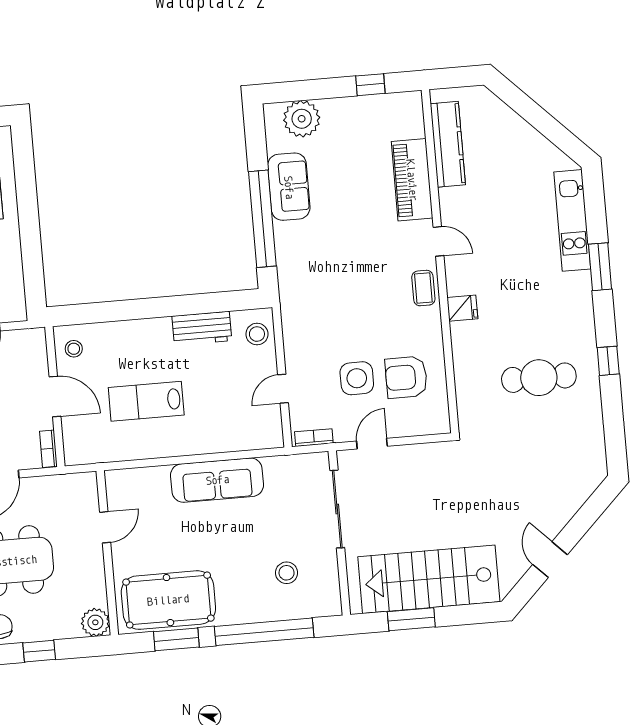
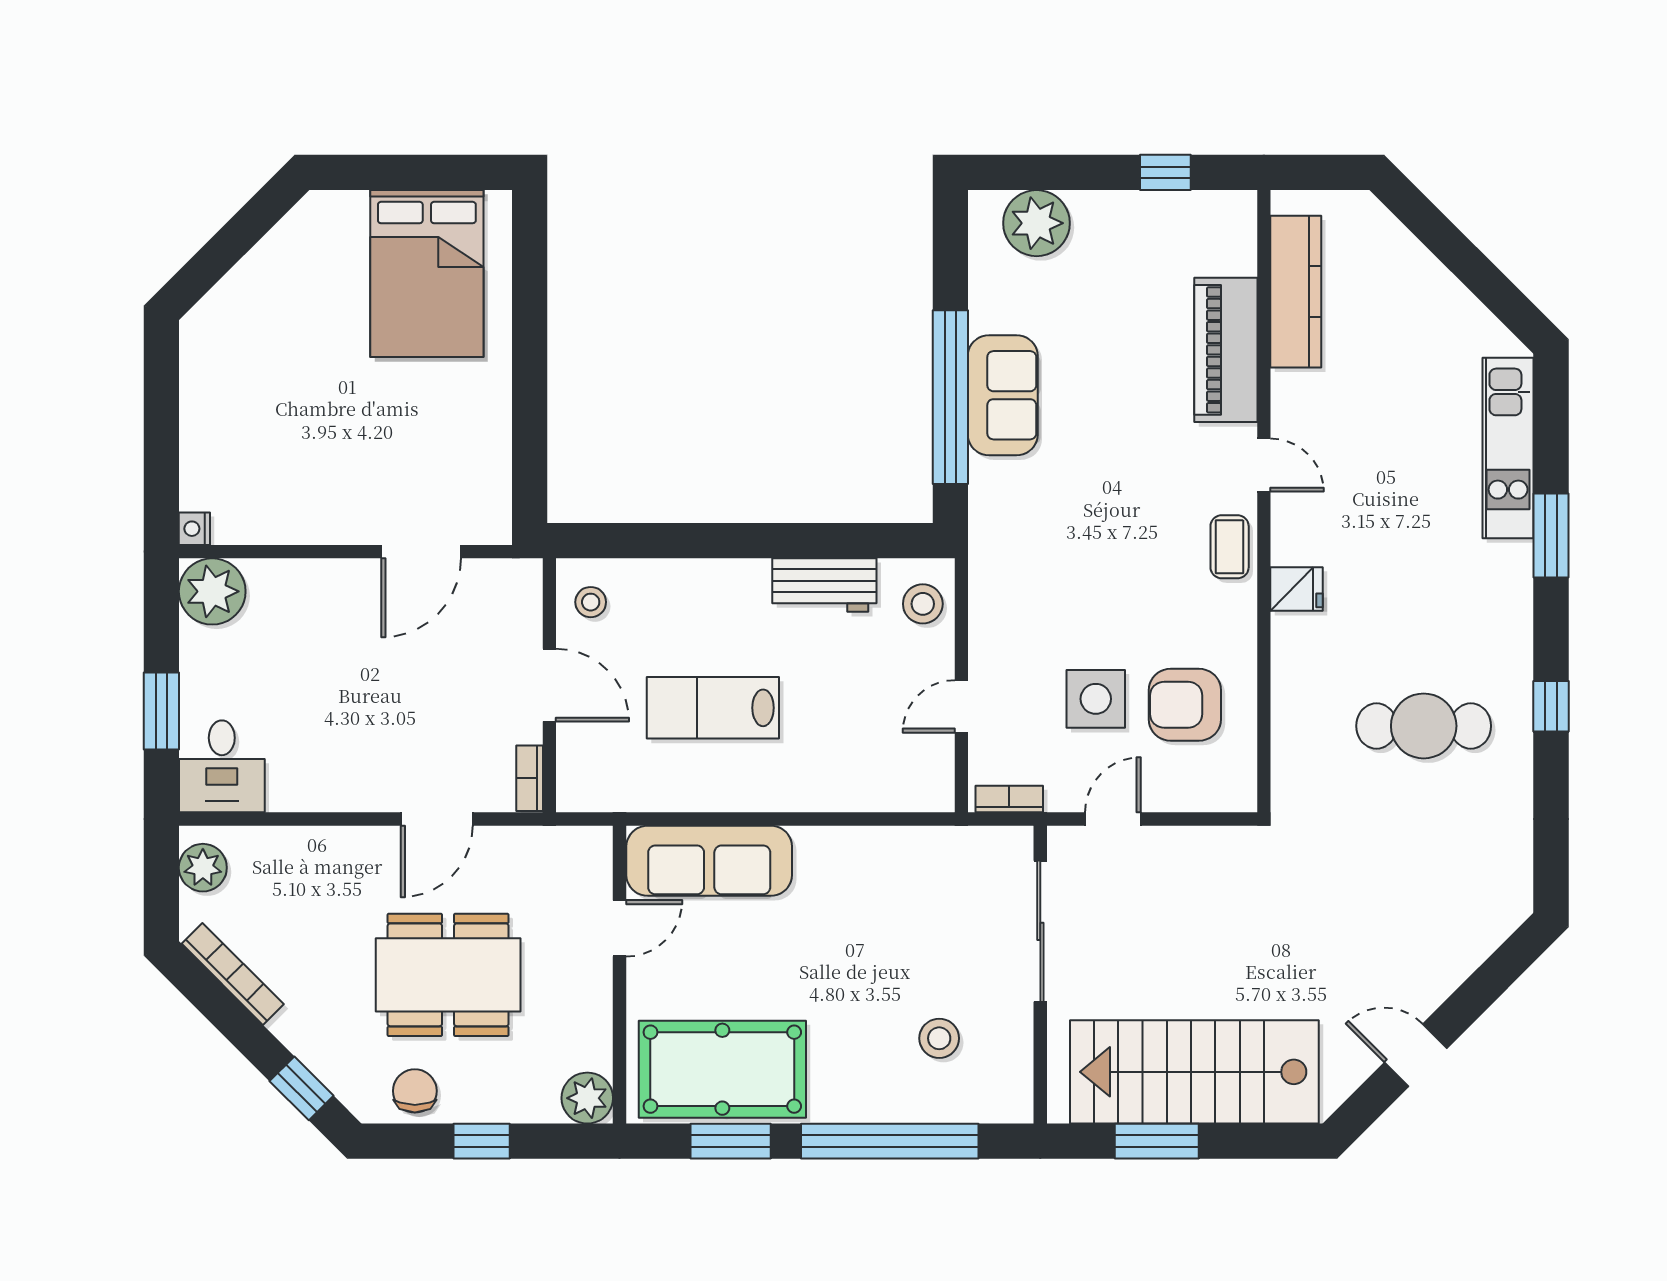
sofa: (289, 187) -> (1003, 395), moved
sofa: (217, 480) -> (709, 861), moved
door: (550, 560) -> (1416, 1055), hinge flipped

